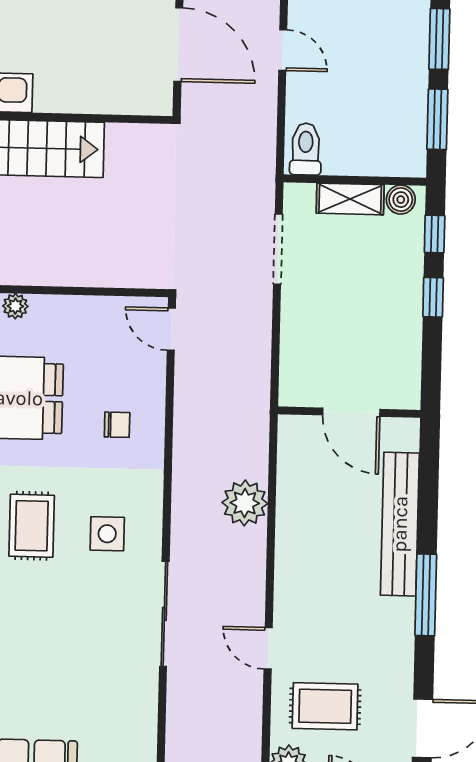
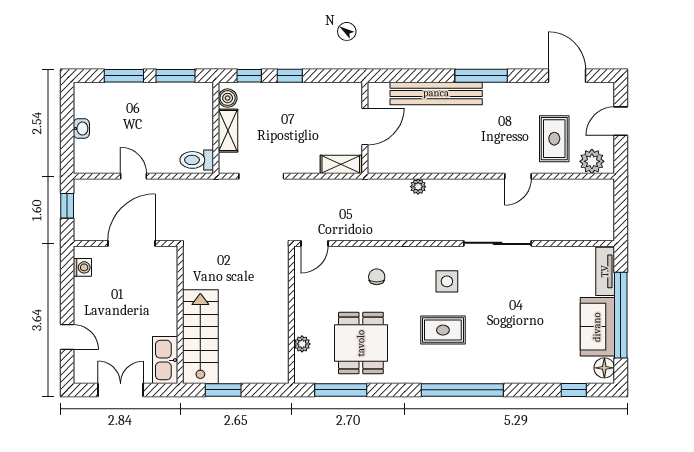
door: (283, 50) -> (133, 176), hinge flipped
shelving: (293, 373) -> (341, 164), added
plant: (245, 503) -> (418, 187), width x0.53, depth x0.53

